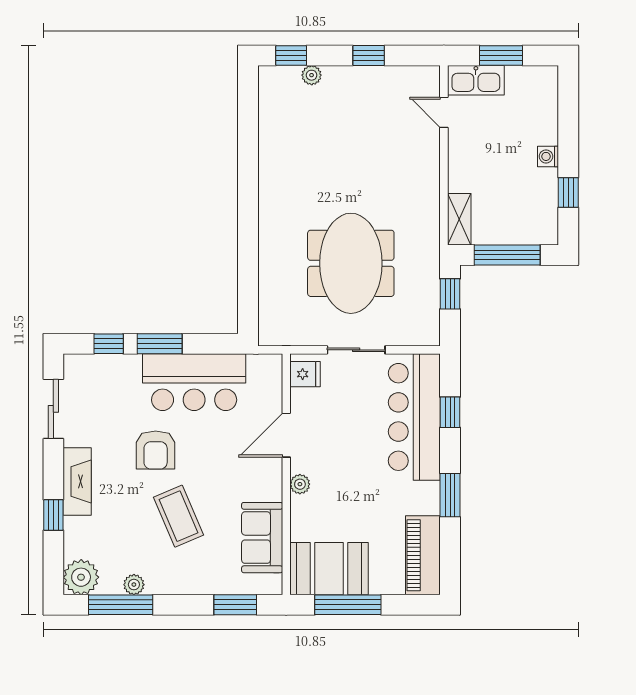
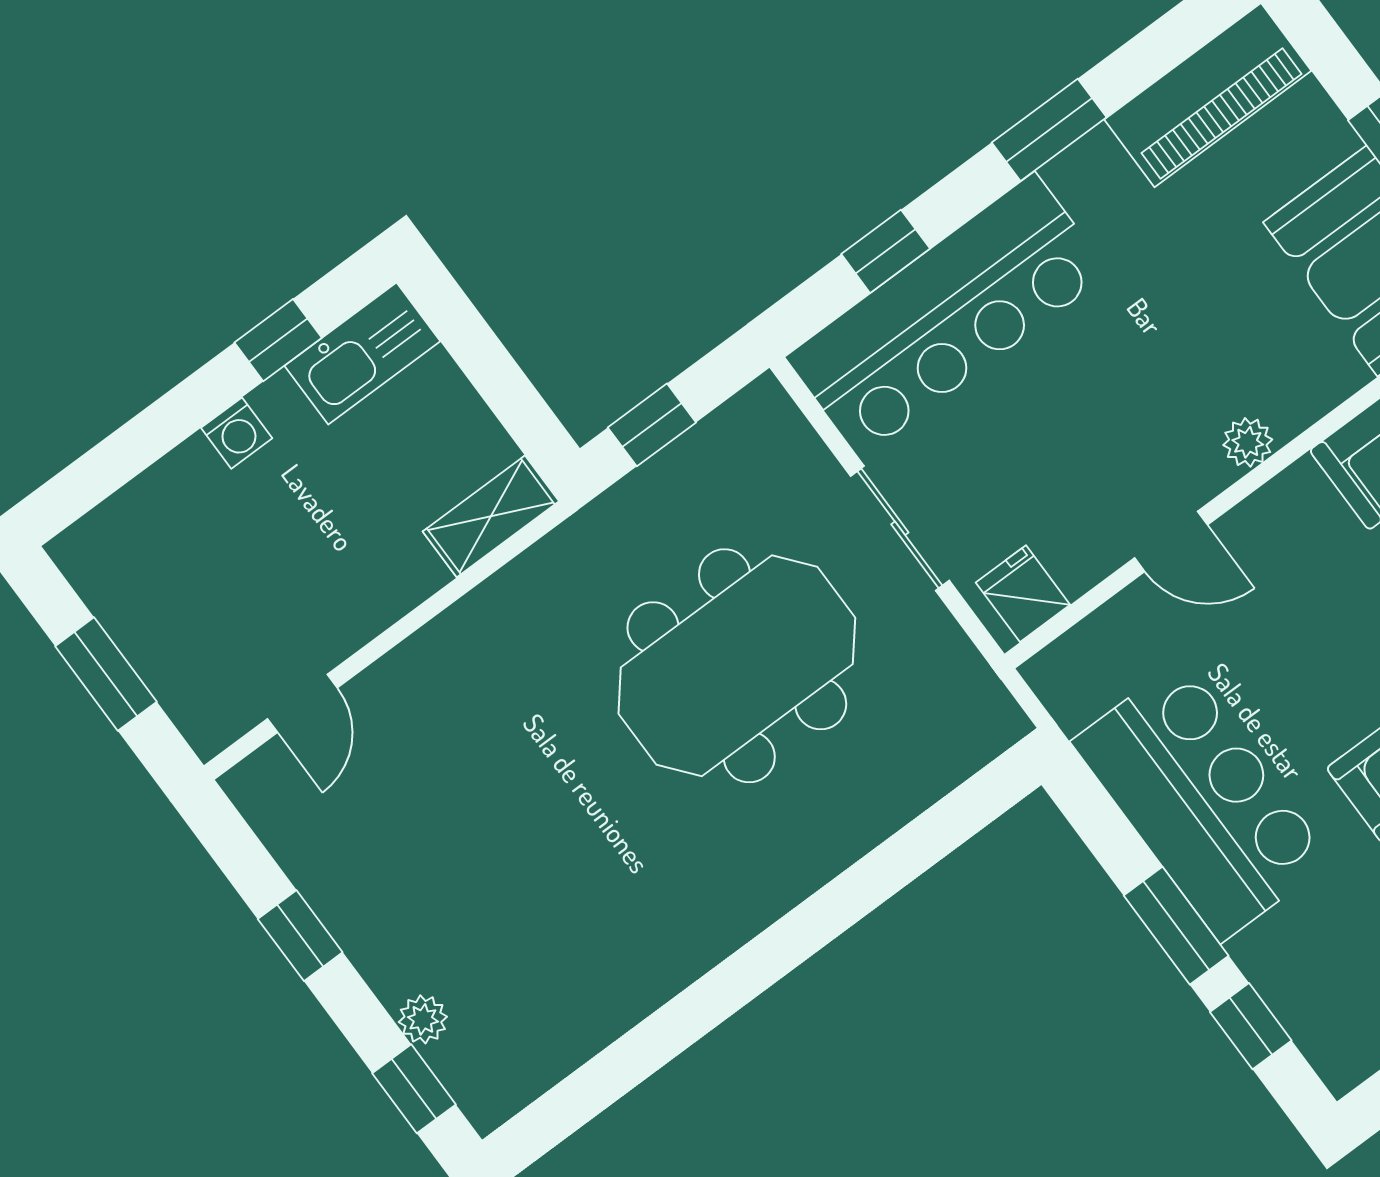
kitchen sink: (476, 80) -> (362, 354), moved, turned 90
window: (507, 255) -> (491, 369), removed
door: (286, 435) -> (1171, 541), width x0.73

